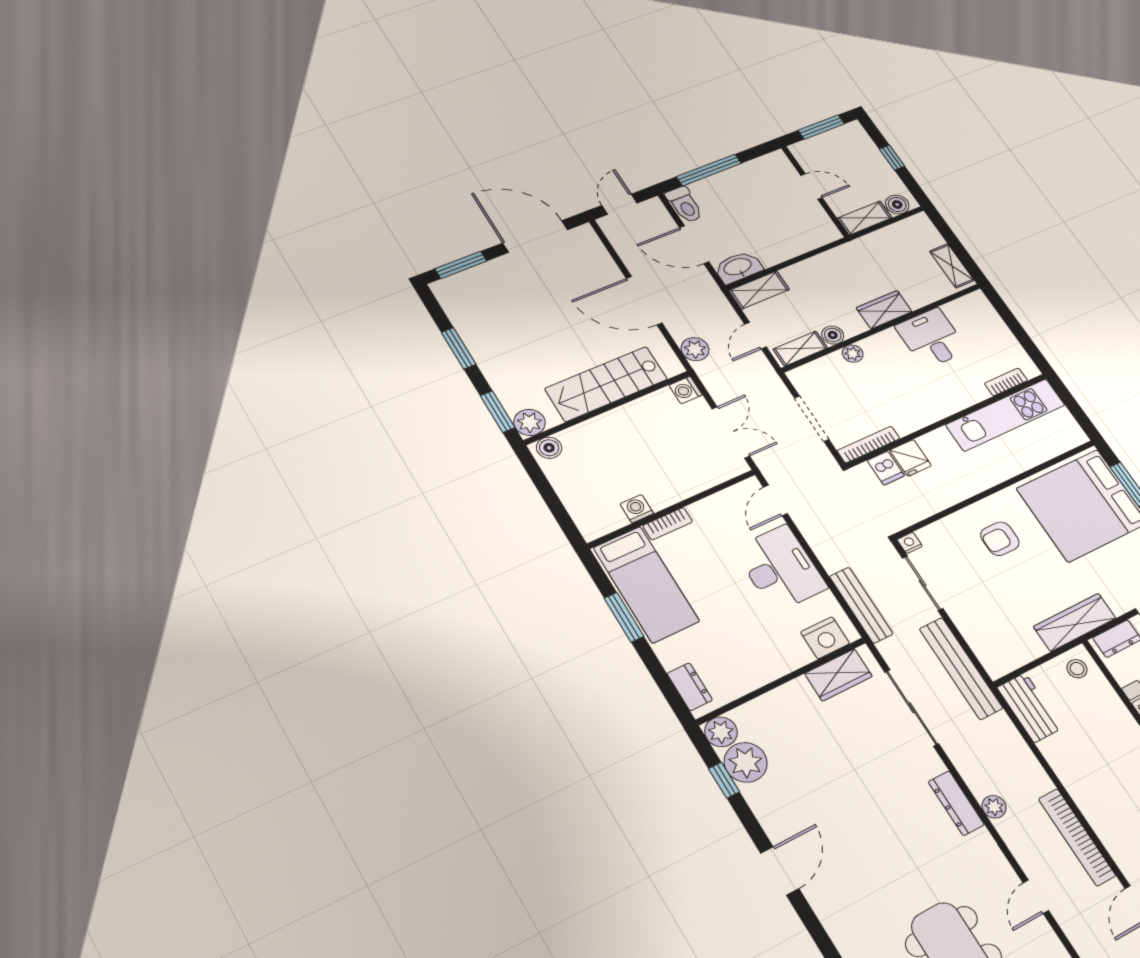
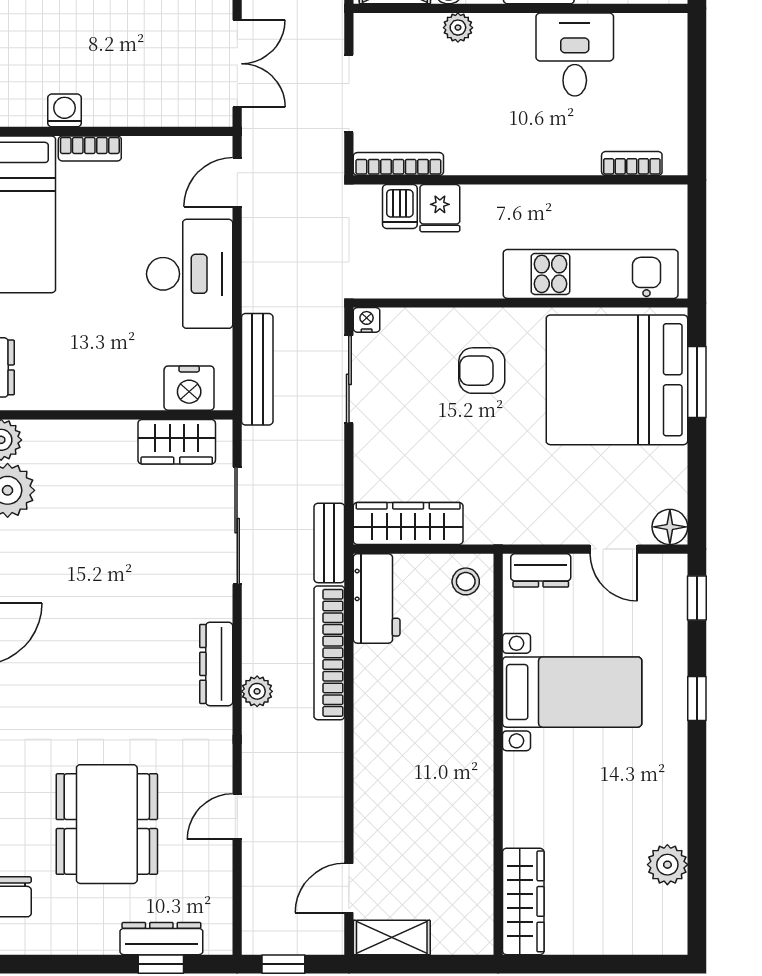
kitchen unit: (1005, 415) -> (591, 274), moved, turned 180
wardrobe: (1075, 622) -> (408, 523), moved
bench: (961, 668) -> (329, 543), width x0.54, depth x0.82
bookcase: (1077, 837) -> (329, 653), moved

